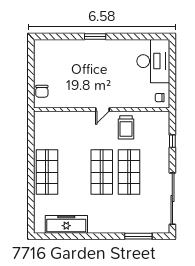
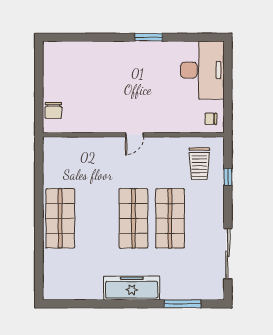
window: (95, 36) -> (149, 37), moved
trolley: (126, 127) -> (199, 164), moved
sliding door: (172, 199) -> (228, 254), width x0.73
freezer: (66, 224) -> (132, 288), moved

